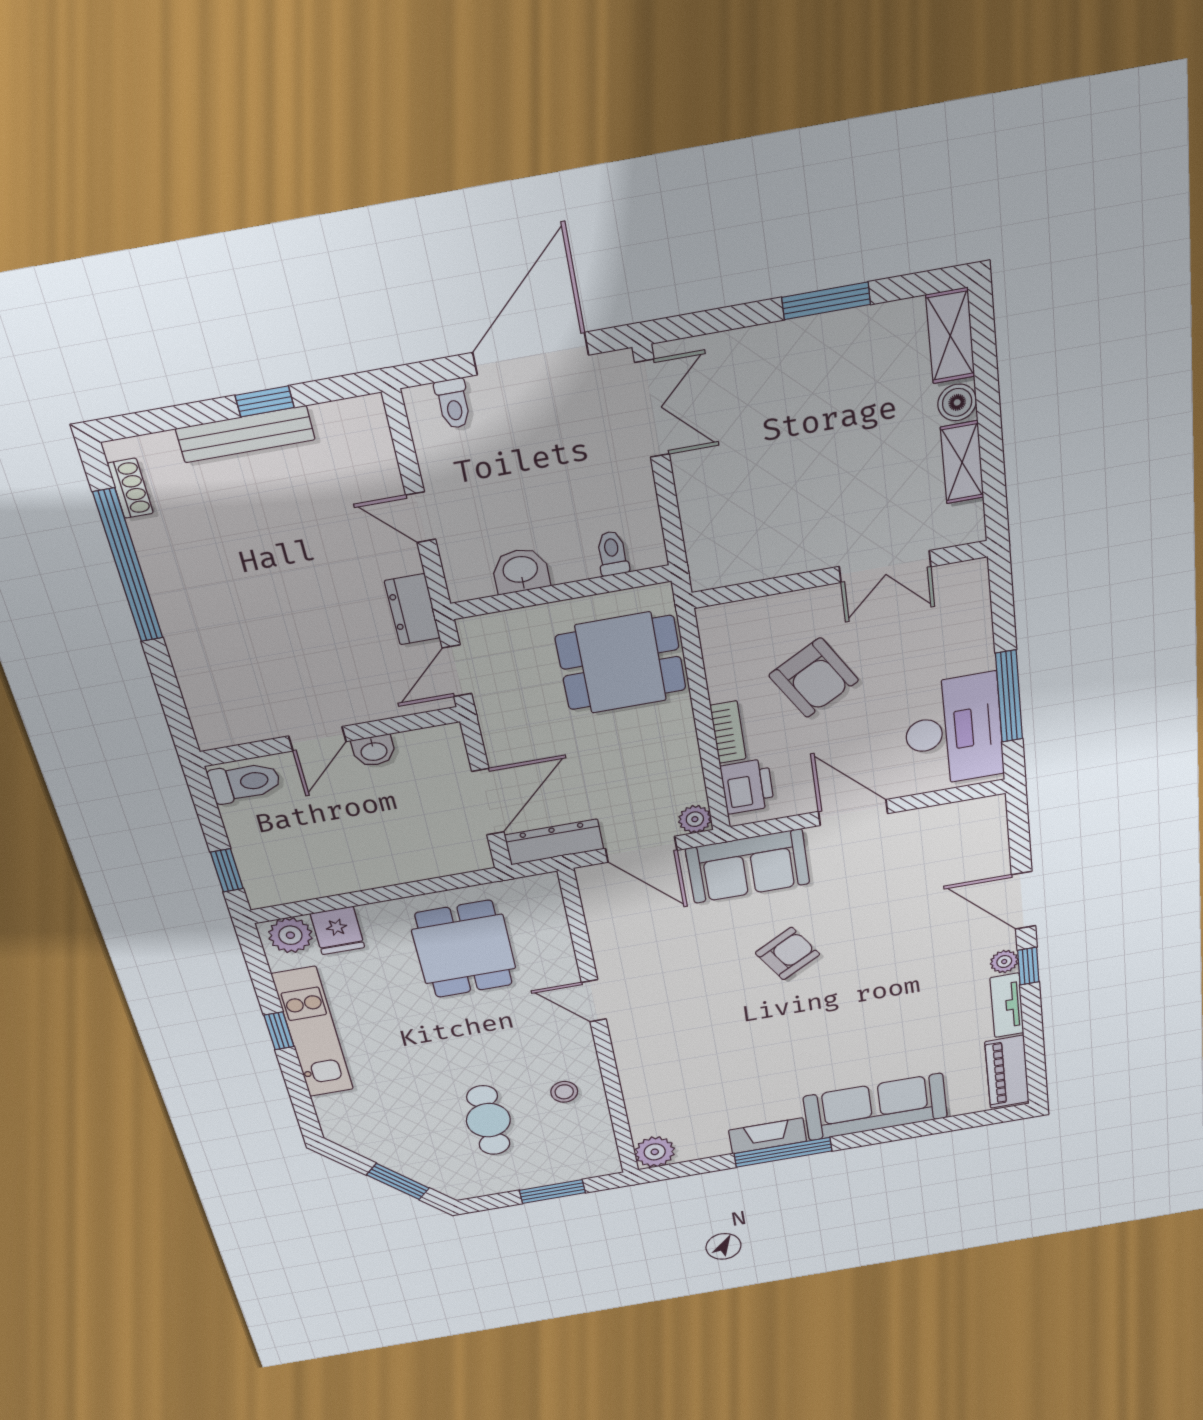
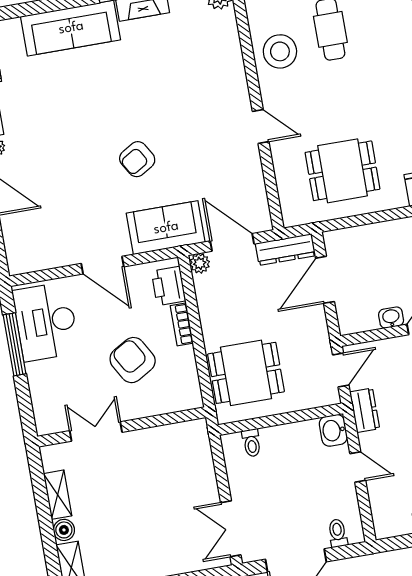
washbasin: (521, 571) -> (333, 430), moved, turned 90
dining table: (464, 949) -> (343, 171), turned 90
stool: (564, 1092) -> (280, 51), width x1.89, depth x1.89

